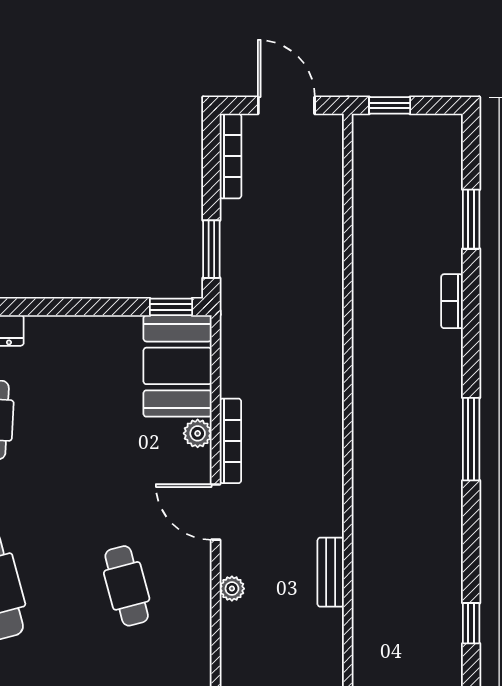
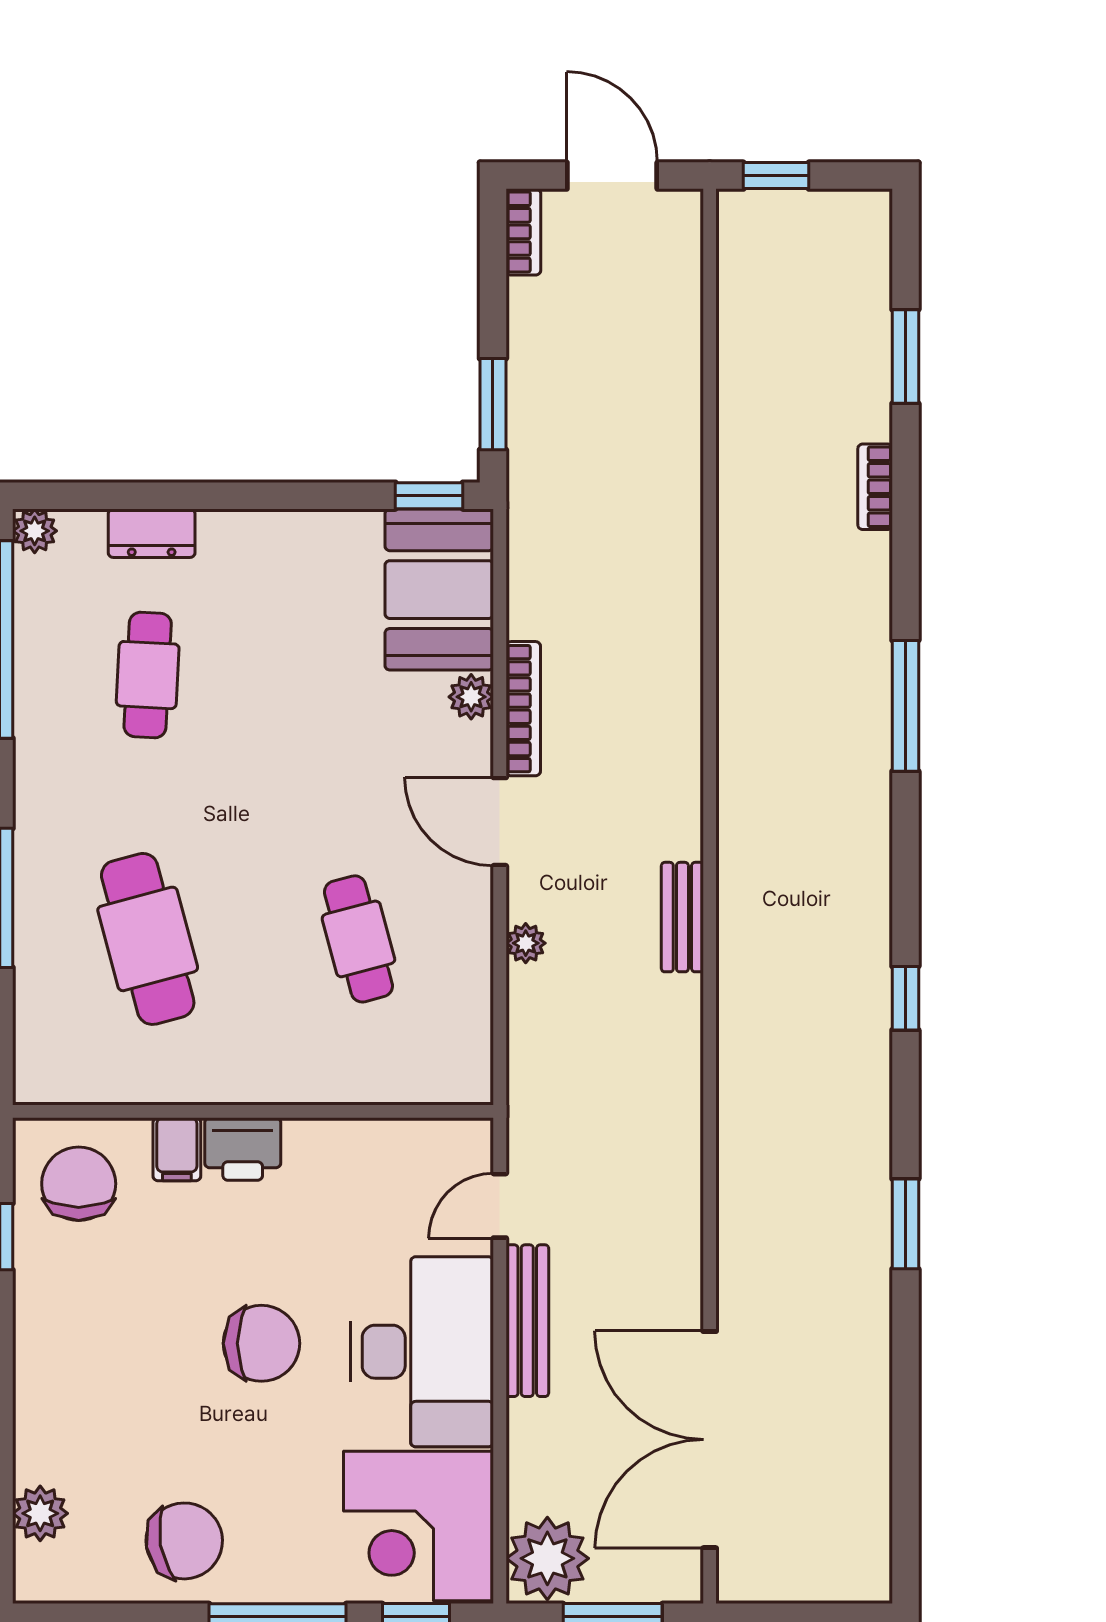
bookcase: (230, 156) -> (523, 232), width x0.64

